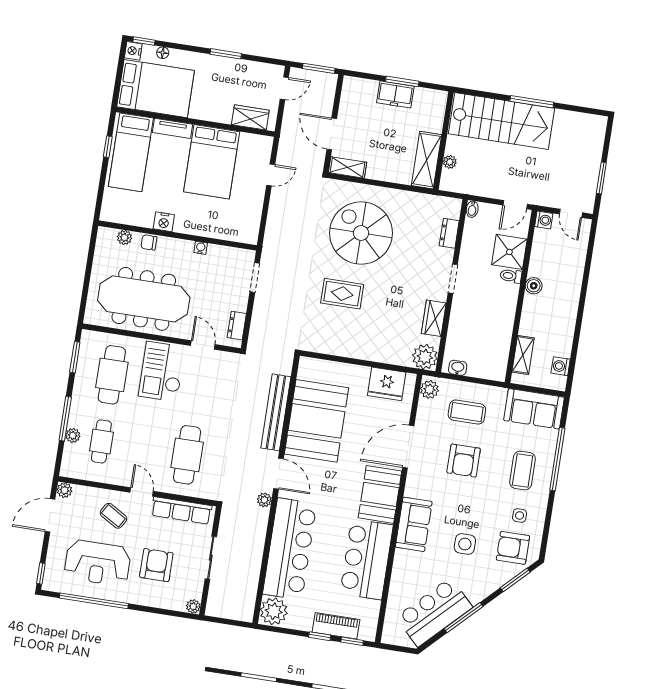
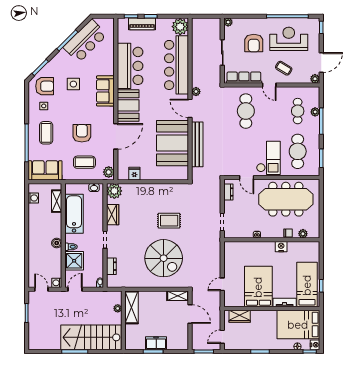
bathtub: (497, 330) -> (74, 214), added
fridge: (387, 384) -> (134, 174), width x0.53, depth x0.75

